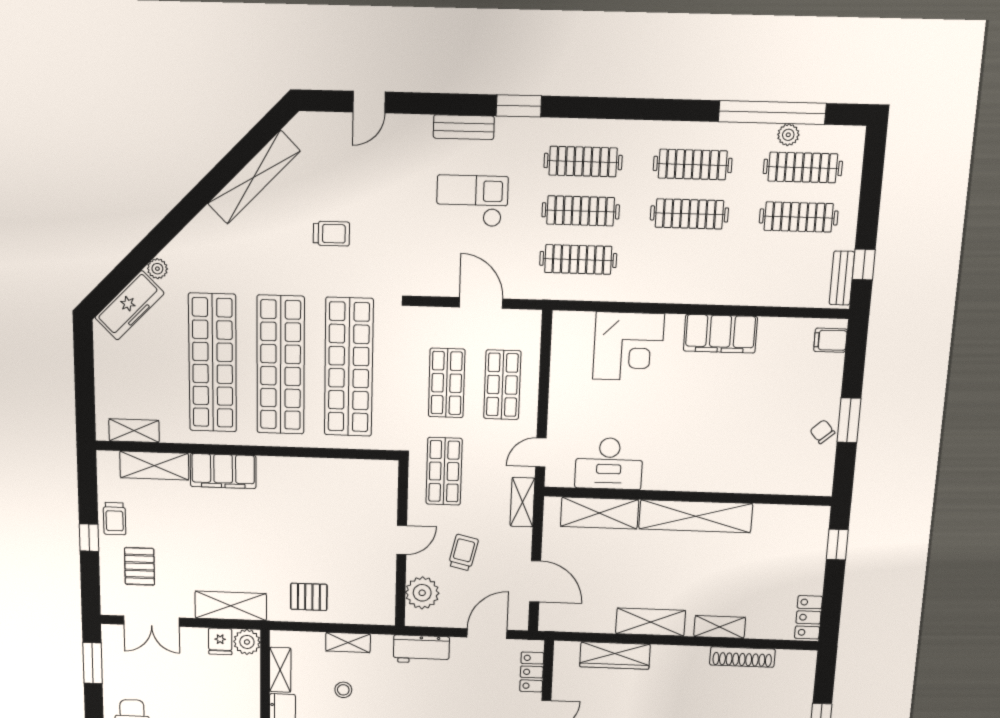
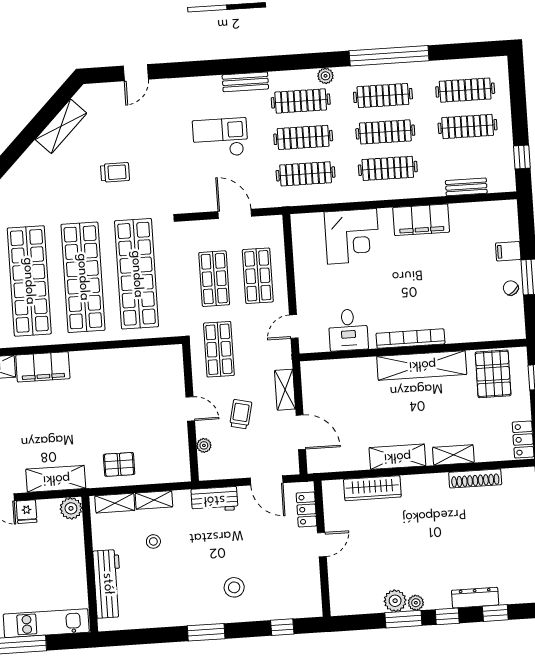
window: (519, 106) -> (248, 65), removed
window: (772, 112) -> (389, 56), moved
bench: (464, 127) -> (245, 82), moved
plant: (788, 135) -> (326, 76), moved
shelving: (254, 177) -> (61, 126), width x0.68
clothes rail: (686, 263) -> (388, 168), added
bench: (842, 278) -> (466, 187), moved, turned 90
filing cabinet: (830, 340) -> (508, 251), moved
desk: (609, 464) -> (348, 330), width x0.73
bookcase: (686, 482) -> (410, 339), added
shelving: (522, 502) -> (285, 390), moved
shelving: (599, 513) -> (346, 371), removed
pallet: (783, 535) -> (493, 374), added
door: (402, 540) -> (190, 409), hinge flipped
plant: (422, 593) -> (204, 445), width x0.53, depth x0.53
door: (487, 634) -> (267, 480), swing flipped
fridge: (220, 641) -> (27, 512), moved
shelving: (280, 670) -> (115, 503), moved, turned 90

